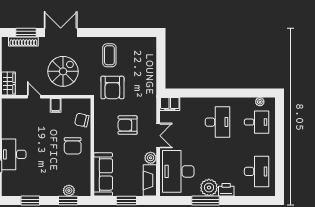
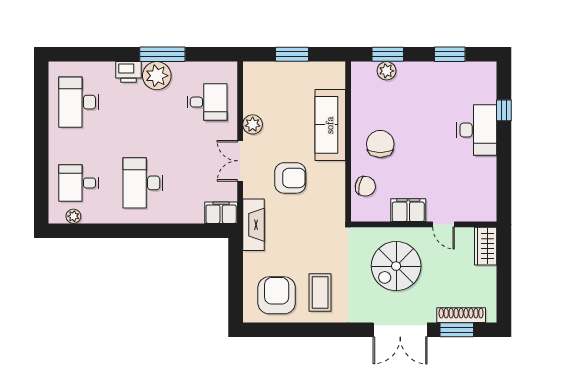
armchair: (112, 88) -> (277, 295), moved
filing cabinet: (56, 105) -> (408, 210), width x2.00
desk: (178, 171) -> (207, 102), width x0.53, depth x0.77
sofa: (103, 174) -> (330, 125), moved
fireplace: (150, 180) -> (253, 225), moved

